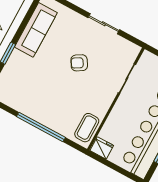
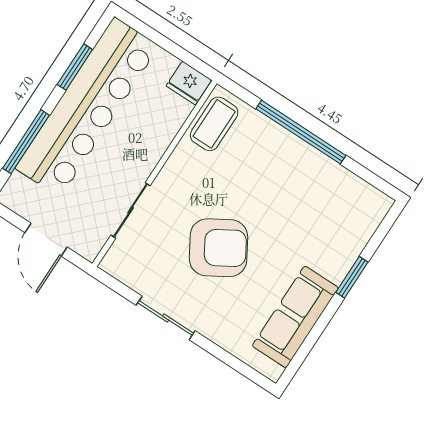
armchair: (79, 63) -> (218, 248), width x1.88, depth x1.88

